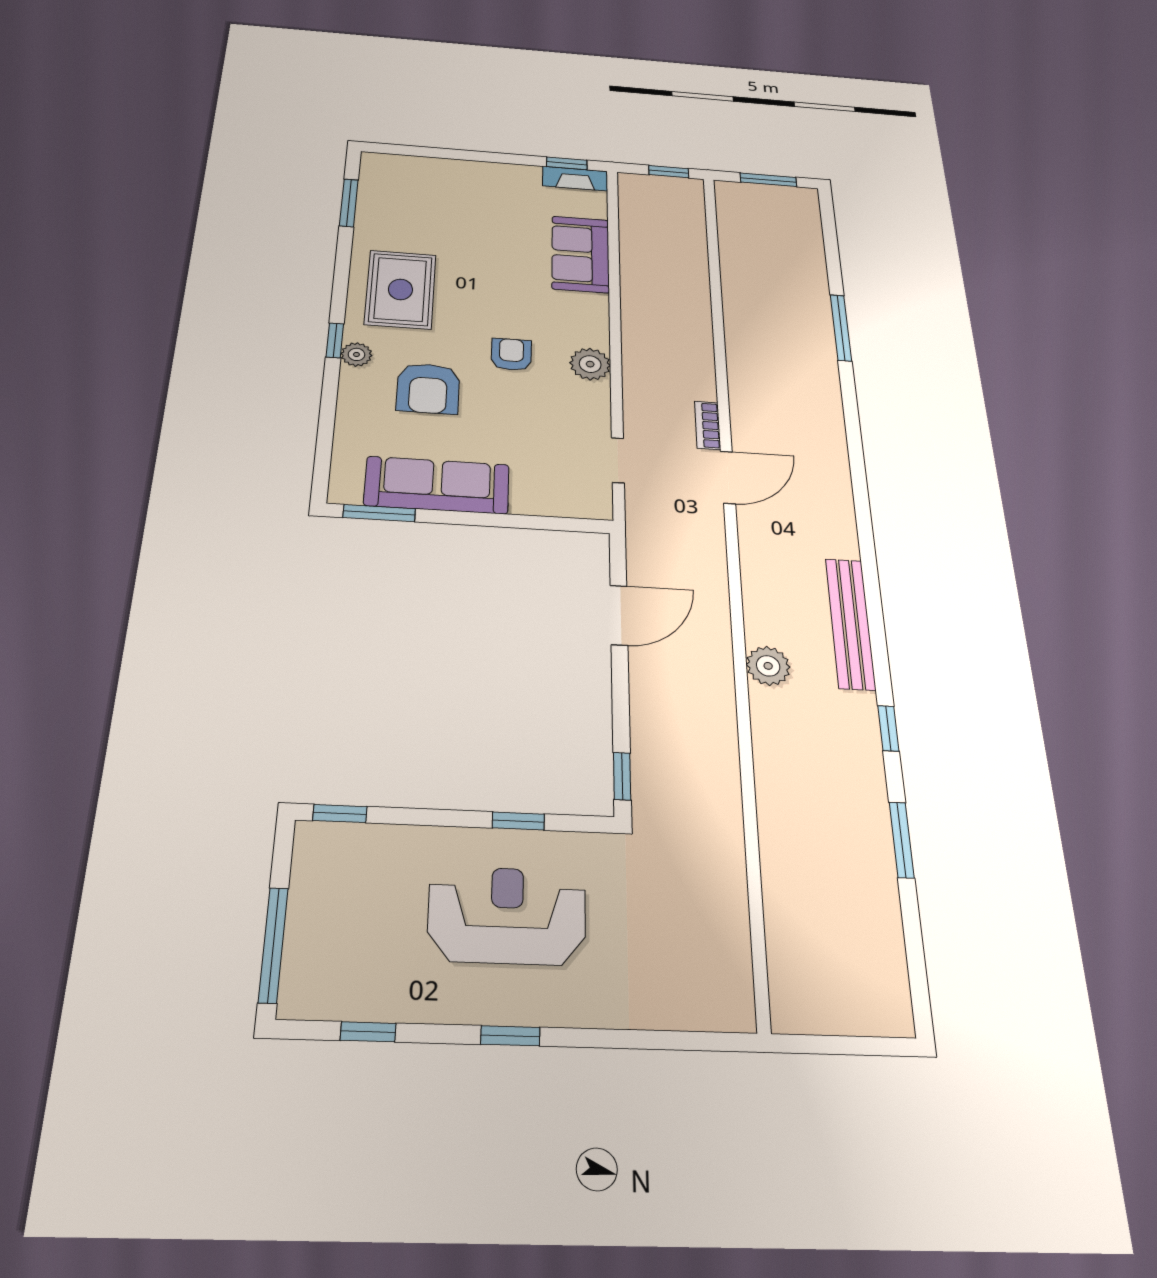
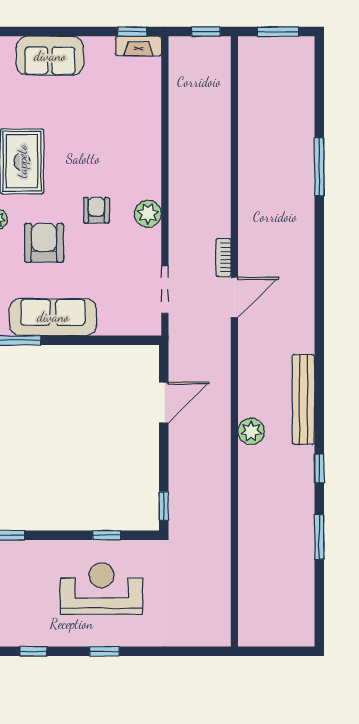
sofa: (581, 254) -> (50, 56), moved, turned -90
armchair: (428, 388) -> (44, 243), turned 180
doorway: (618, 460) -> (165, 290), width x1.38

